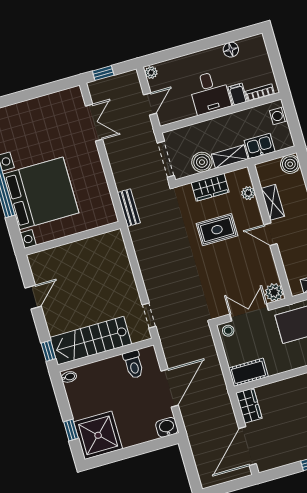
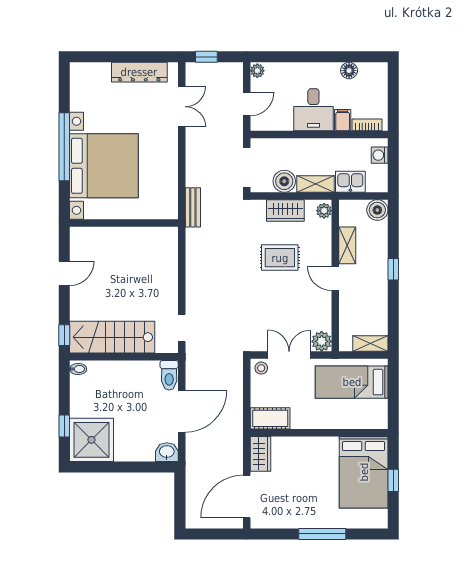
dresser: (49, 103) -> (139, 72), added
plant: (248, 193) -> (324, 211), moved
toilet: (133, 364) -> (169, 375), moved

